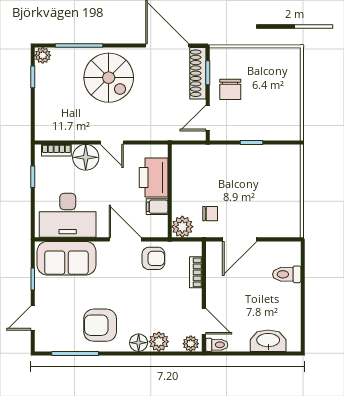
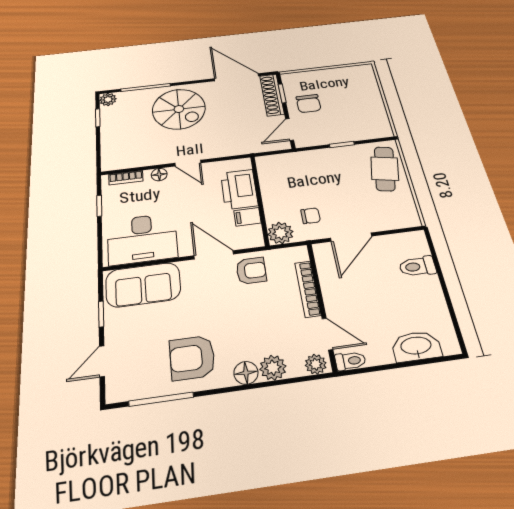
floor lamp: (86, 157) -> (159, 175), width x0.53, depth x0.53
cafe table: (283, 175) -> (385, 169), added
bookcase: (196, 272) -> (308, 289), width x1.56

